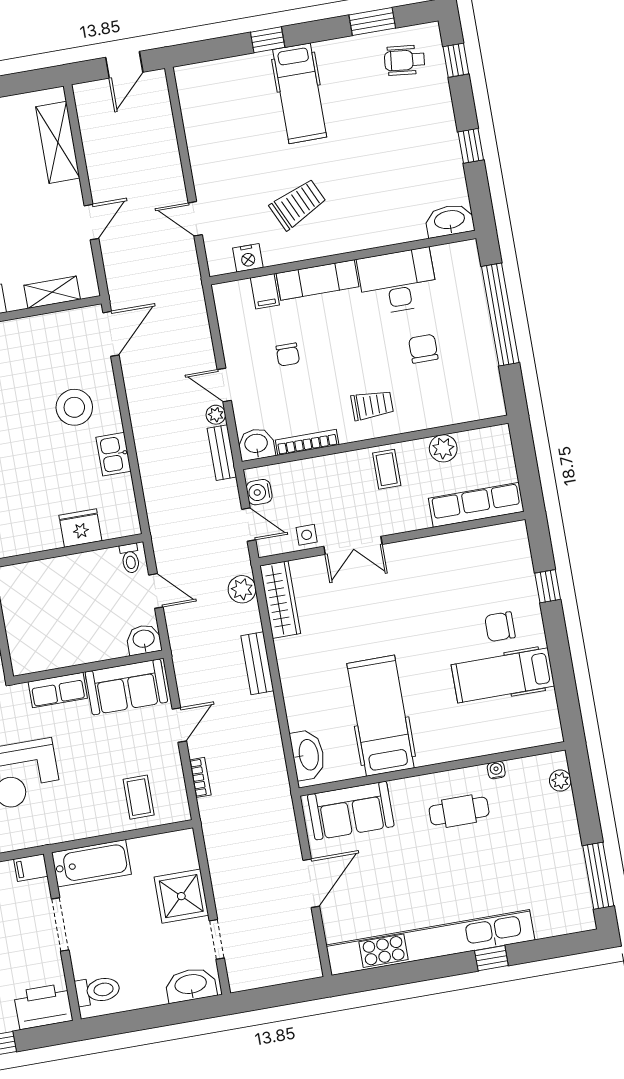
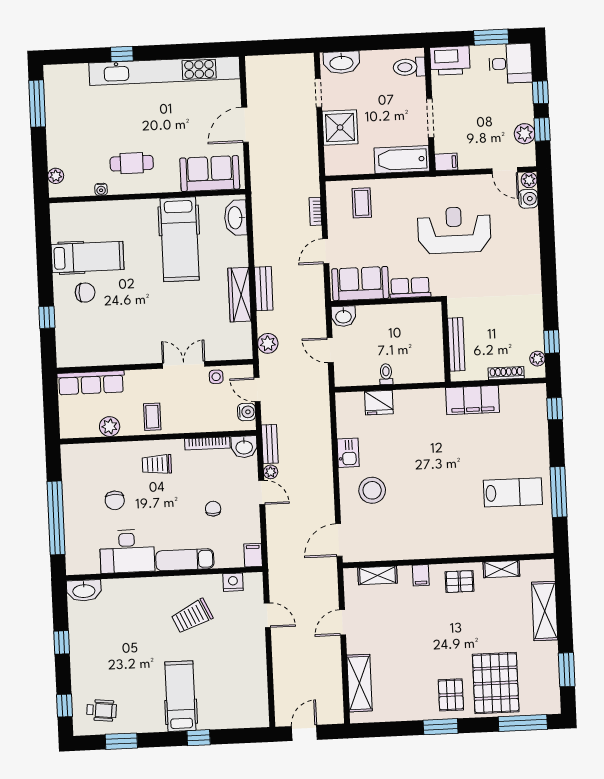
filing cabinet: (265, 291) -> (253, 555), moved
toilet: (130, 558) -> (386, 374), moved
wardrobe: (280, 600) -> (239, 295), moved

